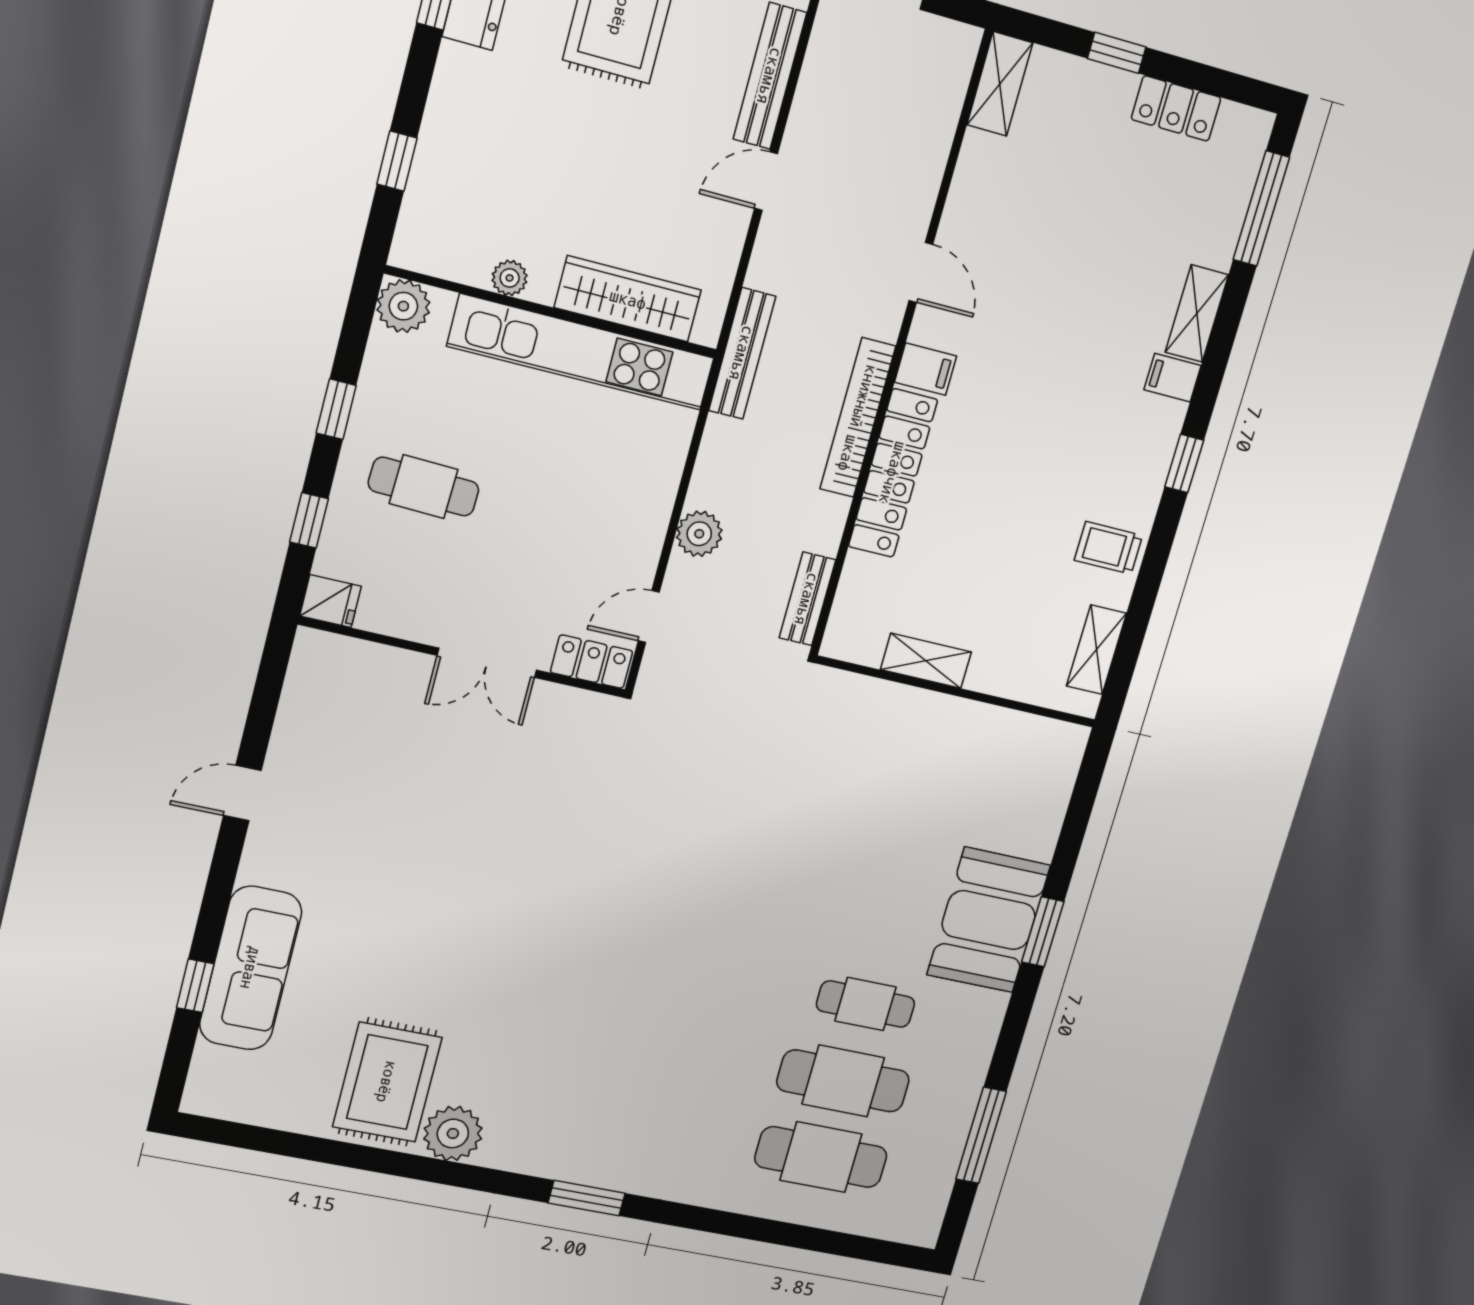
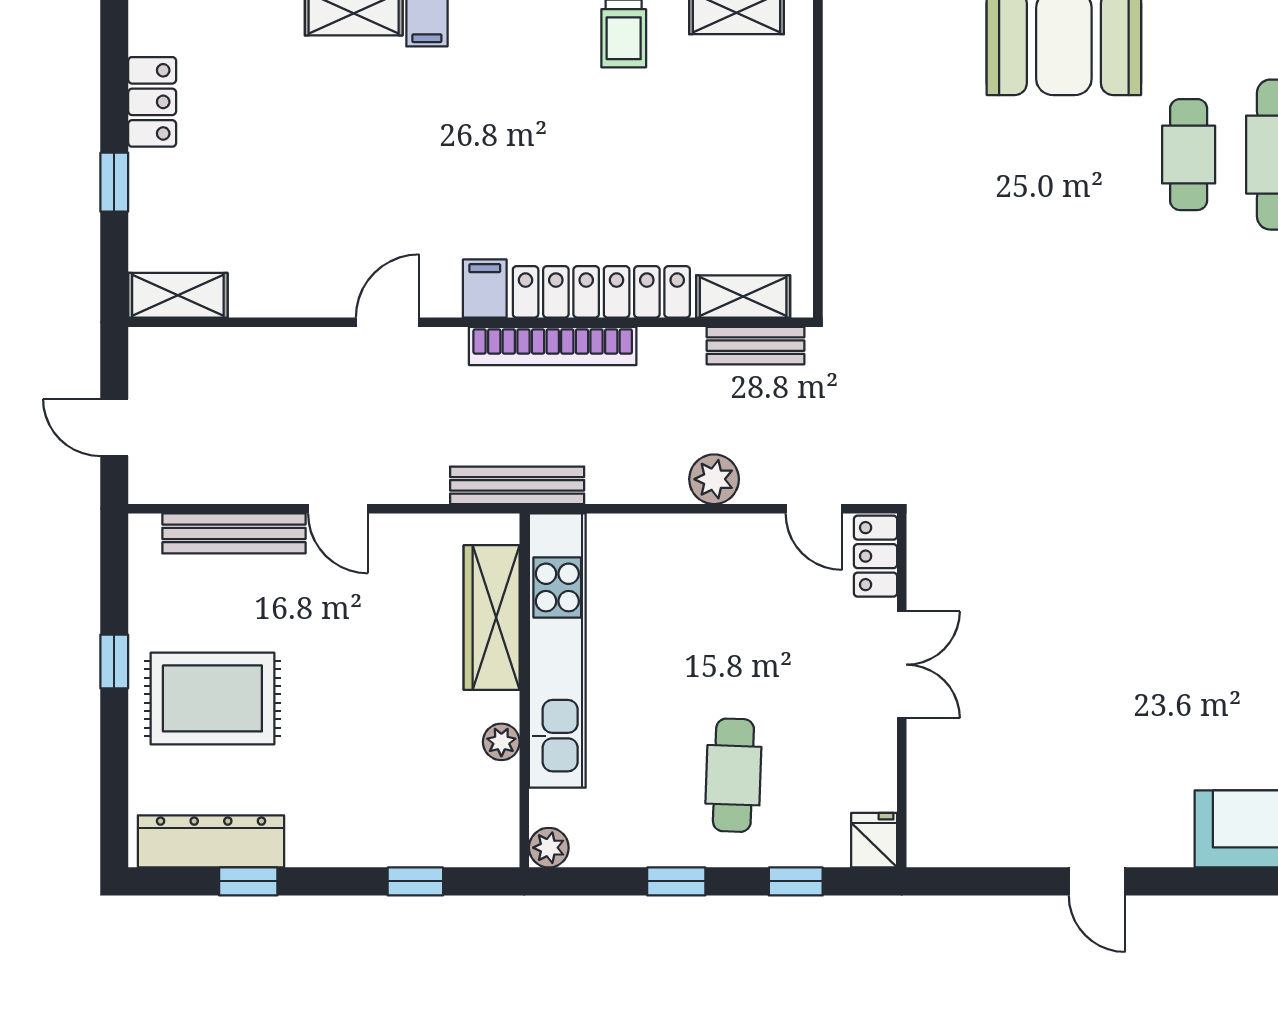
plant: (403, 306) -> (549, 848), width x0.73, depth x0.73
shelving: (926, 661) -> (743, 296), moved, turned 90

